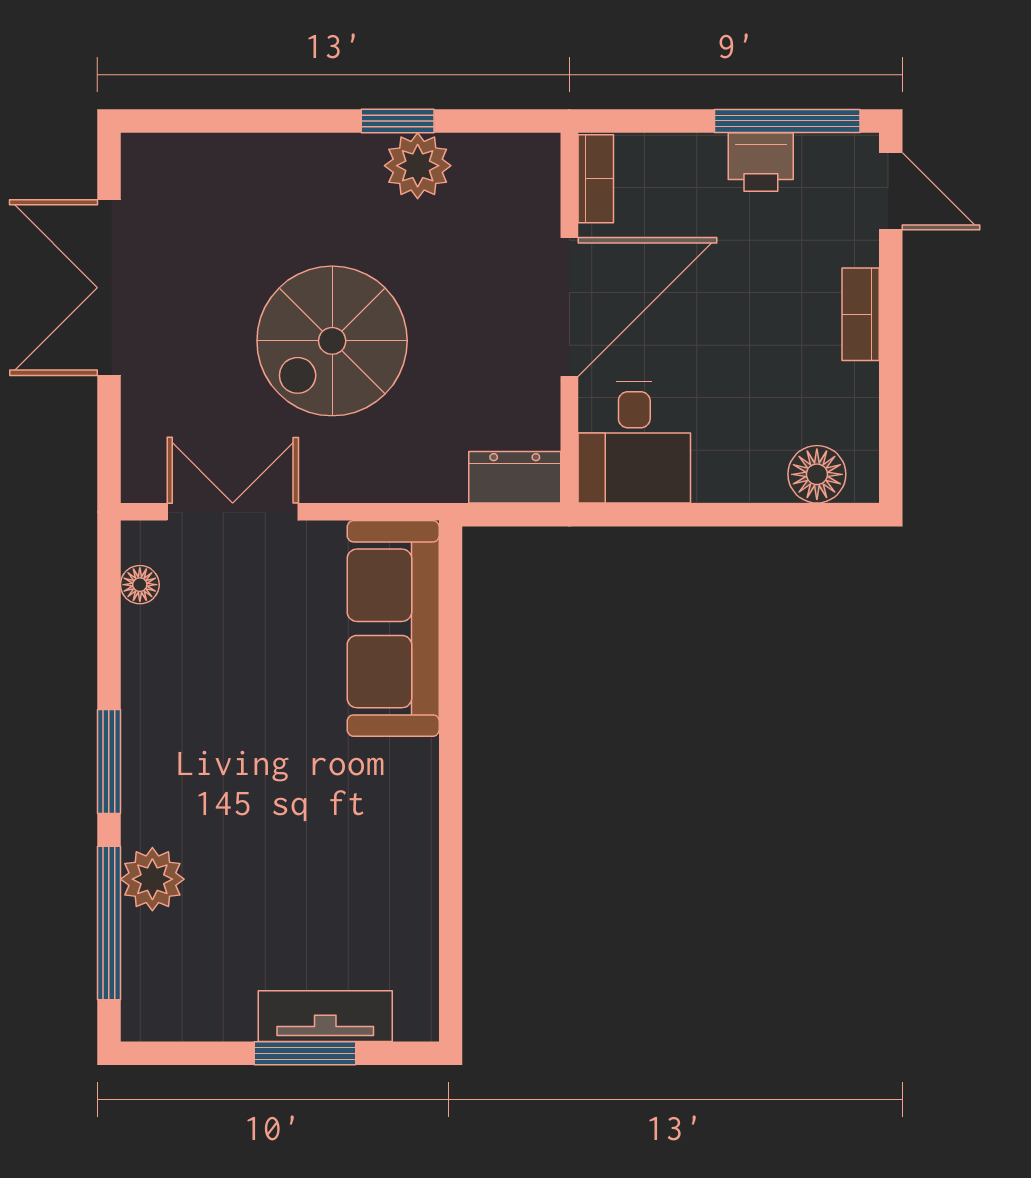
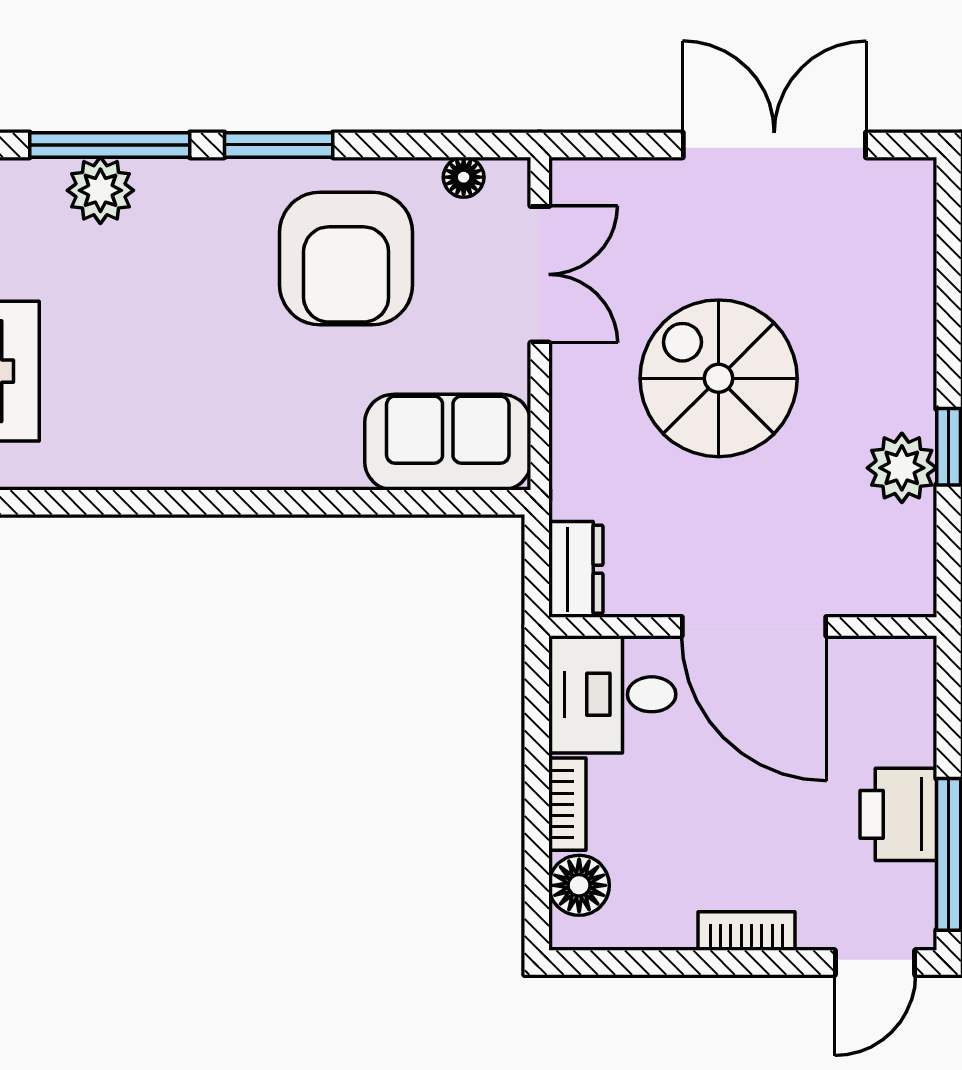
printer: (761, 162) -> (898, 814), width x1.36, depth x1.24
bookcase: (596, 179) -> (567, 804), moved, turned -90
sofa: (393, 628) -> (448, 442), width x0.73
armchair: (218, 697) -> (346, 259), added
plant: (152, 879) -> (100, 190), moved

